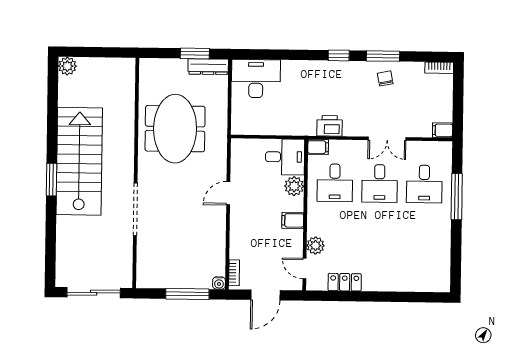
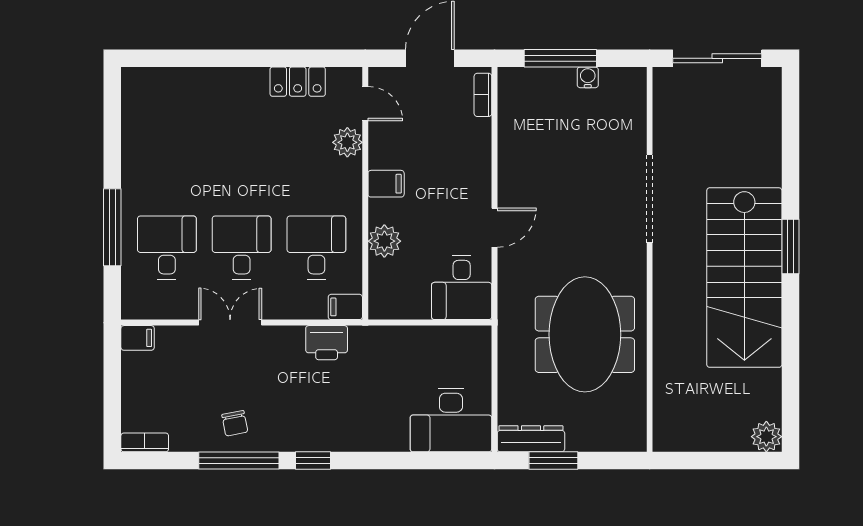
window: (383, 56) -> (239, 461), width x1.44
desk: (285, 157) -> (462, 287), moved, turned -90
water cooler: (219, 283) -> (588, 77), moved

